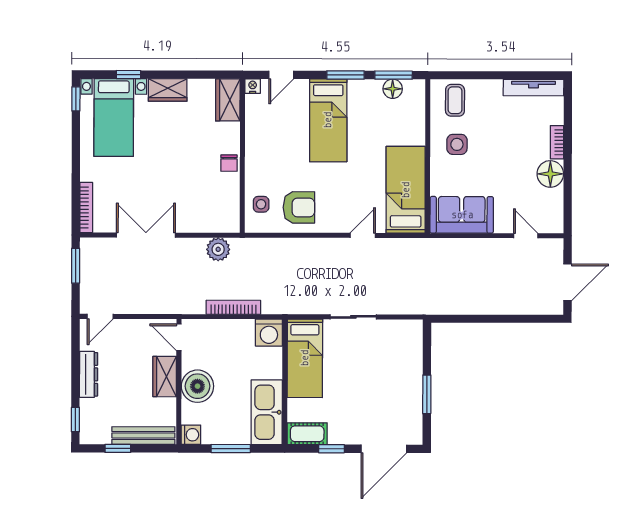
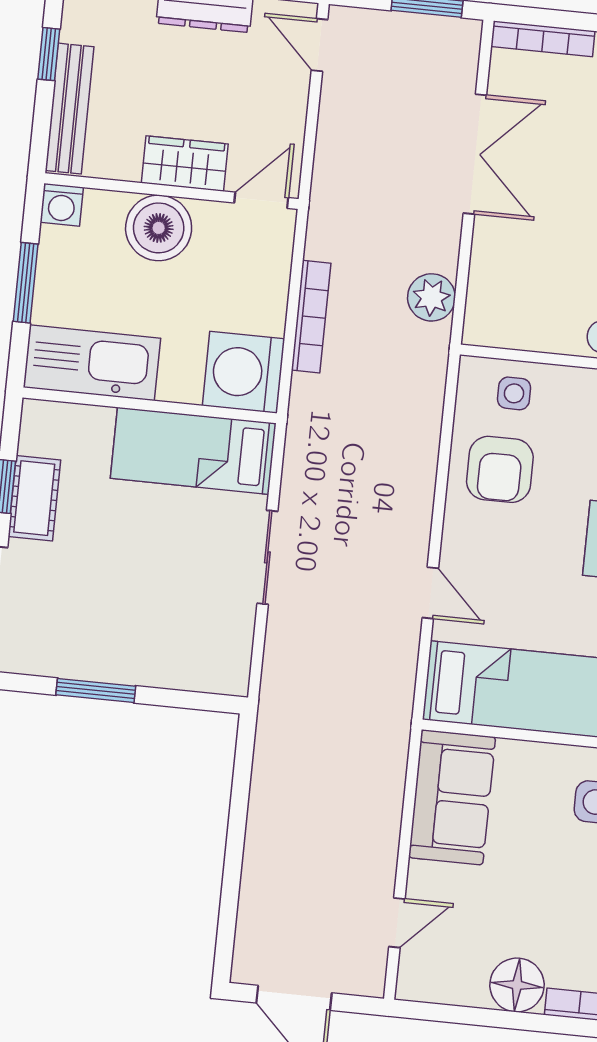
washing machine: (269, 333) -> (244, 372), width x1.37, depth x1.37
cot: (307, 434) -> (34, 498), moved

